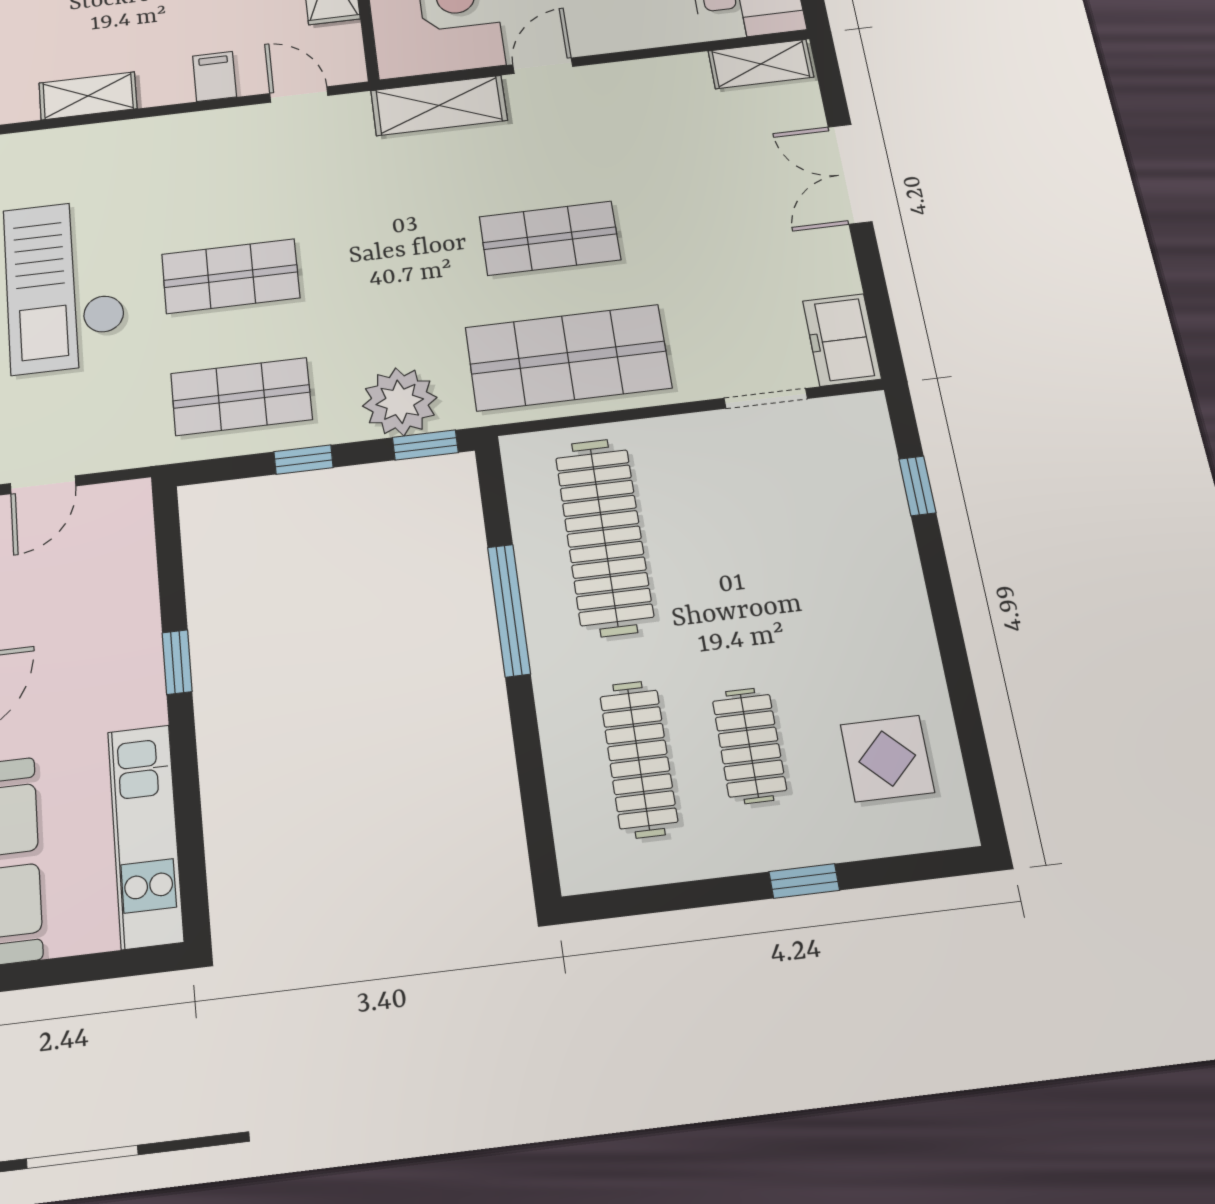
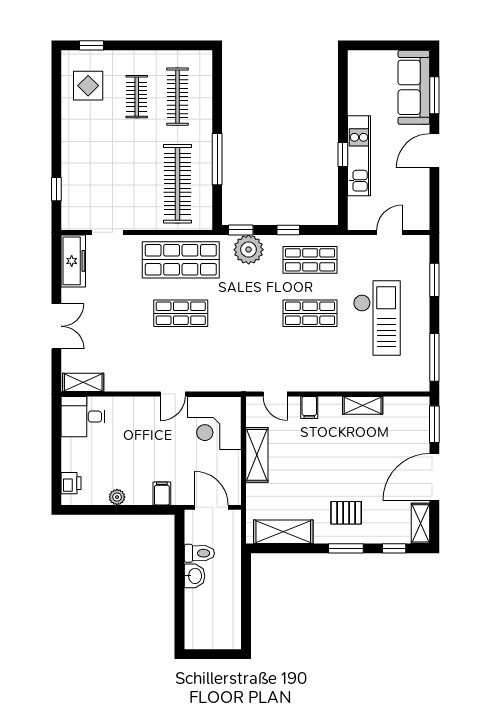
shelving: (439, 105) -> (218, 381), removed
freezer: (842, 340) -> (73, 261), width x1.40
kitchen unit: (145, 836) -> (359, 156), moved
window: (804, 881) -> (91, 45), moved

